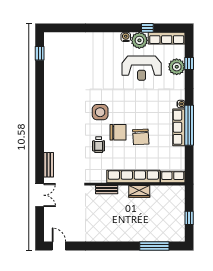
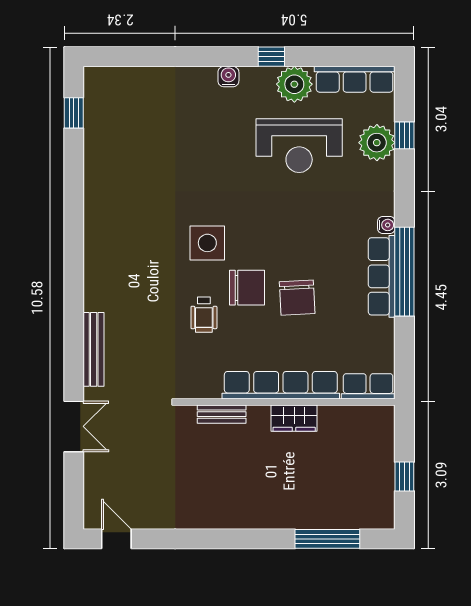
window: (147, 28) -> (271, 57), moved
water cooler: (126, 37) -> (228, 77), moved
bench: (49, 165) -> (94, 349), width x1.36

